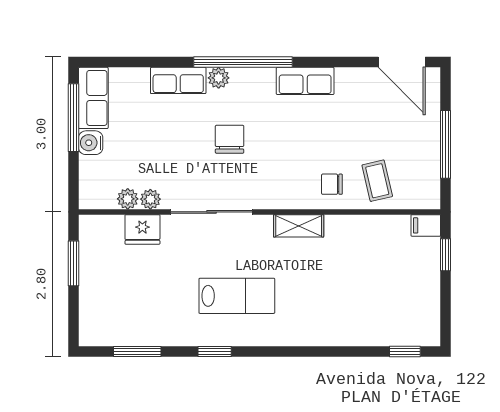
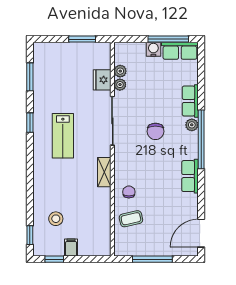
chair: (230, 139) -> (155, 131), turned 90
filing cabinet: (426, 225) -> (71, 247), moved
window: (446, 255) -> (54, 259), moved
stool: (377, 308) -> (56, 219), added

